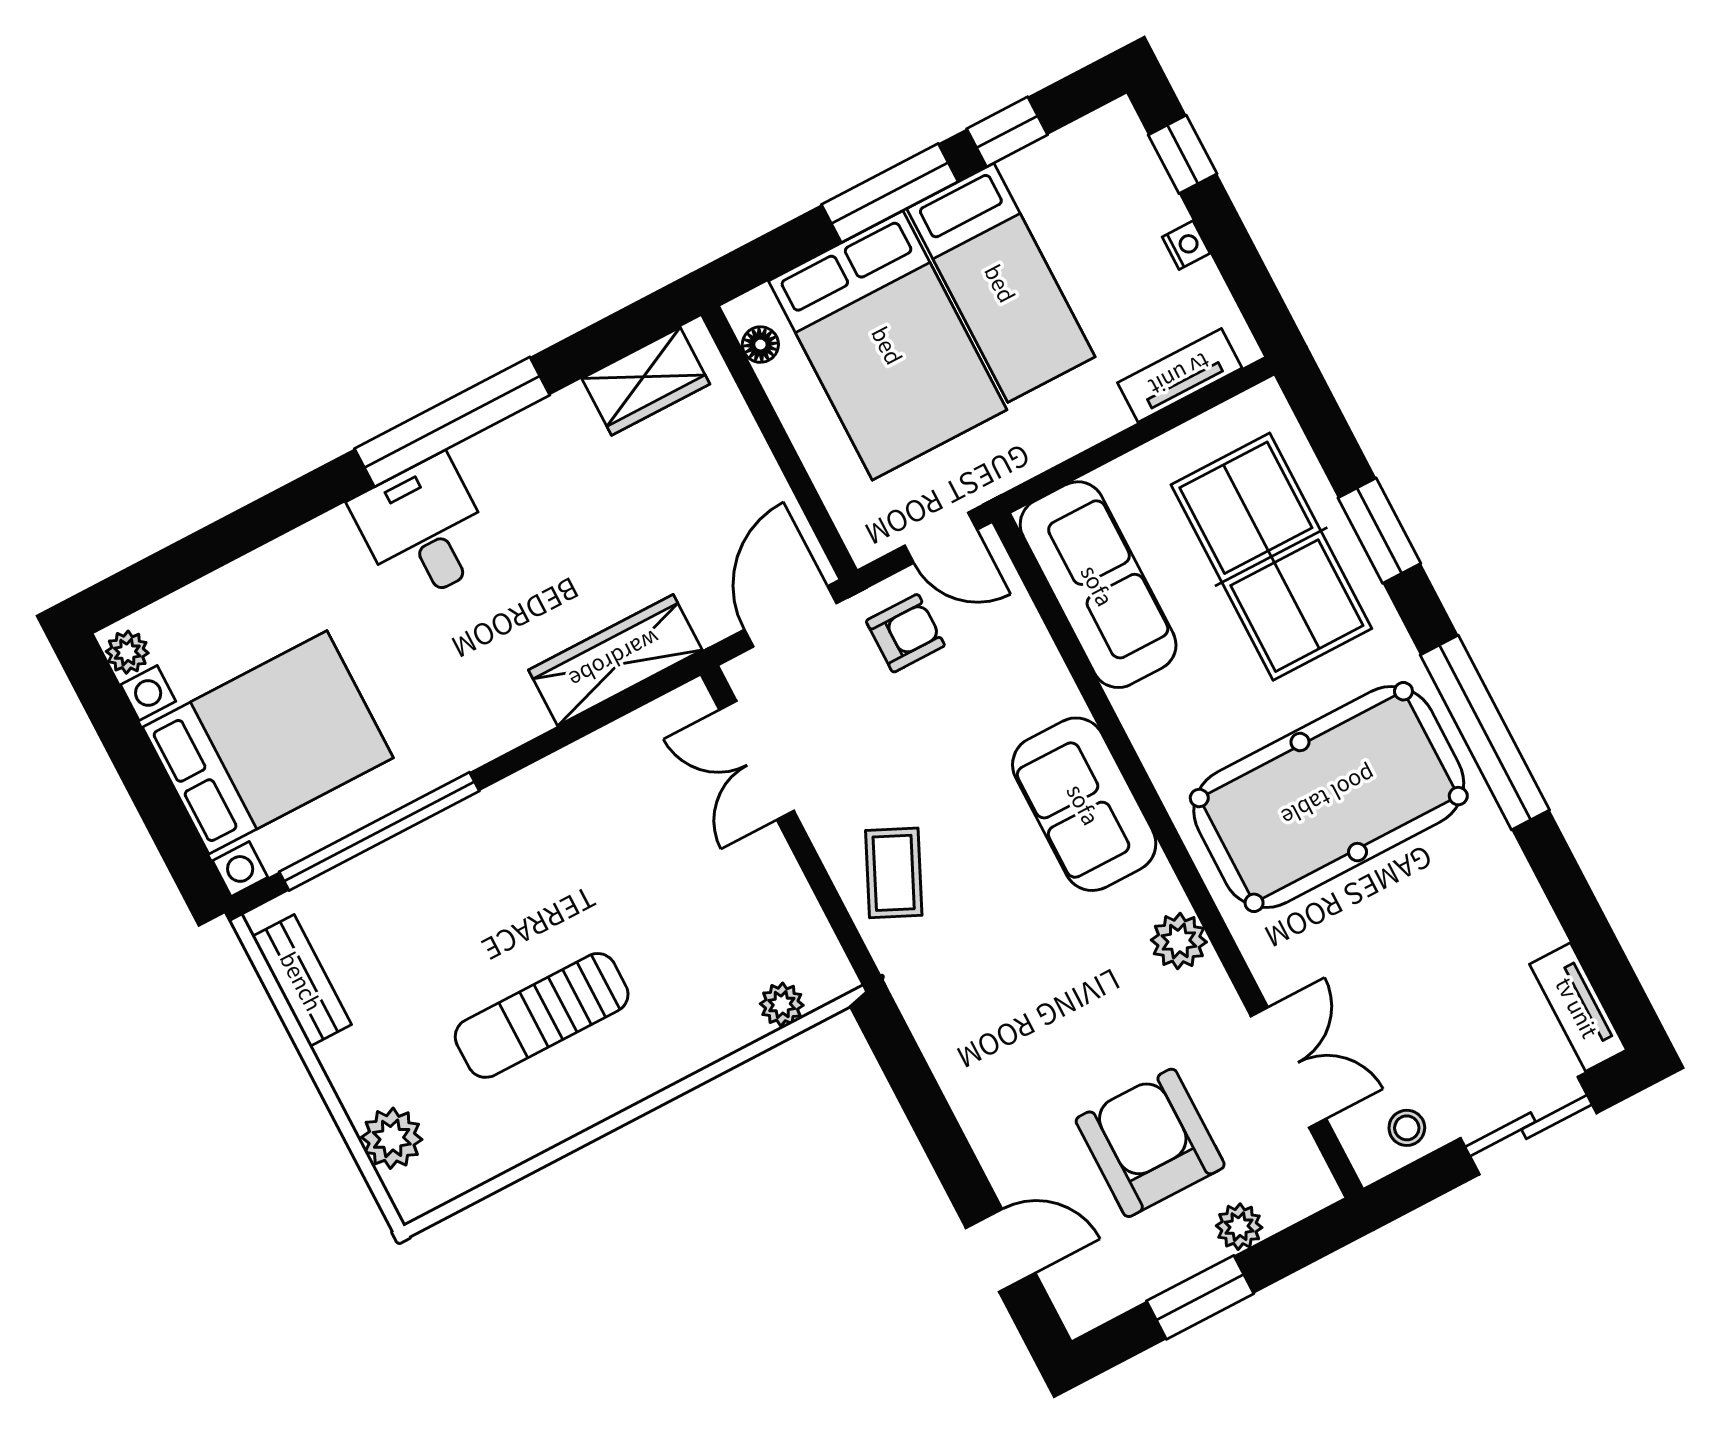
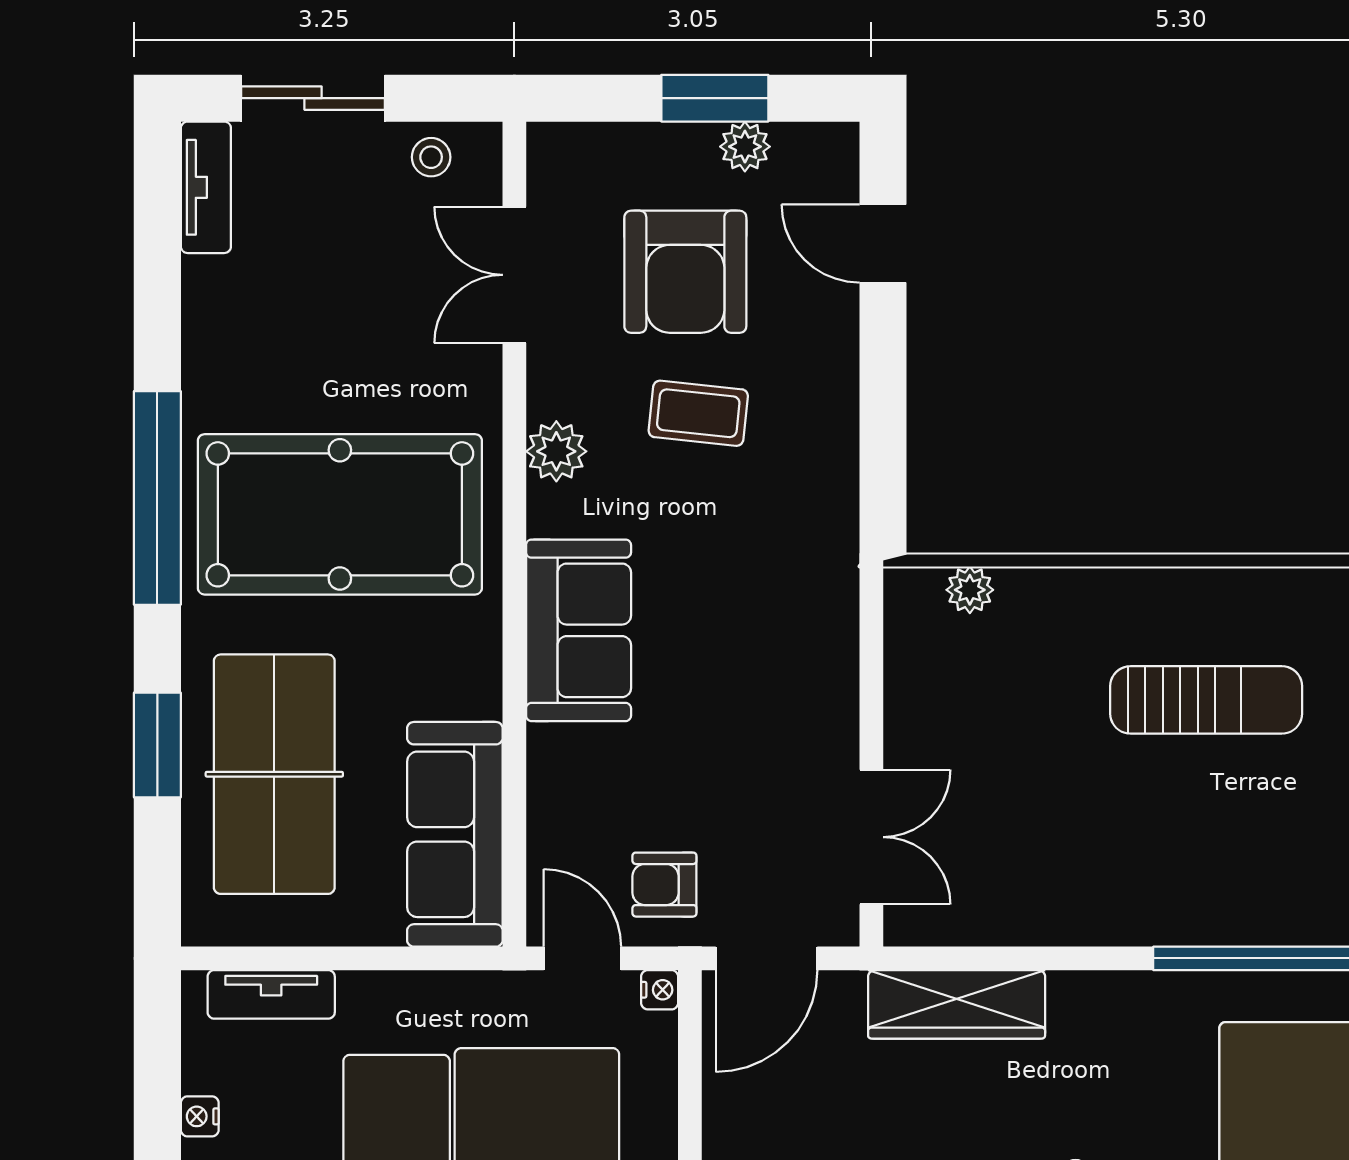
nightstand: (864, 545) -> (660, 990), added
coffee table: (894, 873) -> (698, 413), moved, turned 71
plant: (1239, 1227) -> (745, 147), moved

